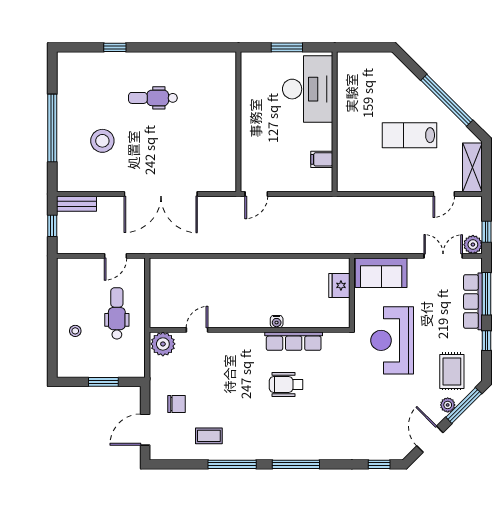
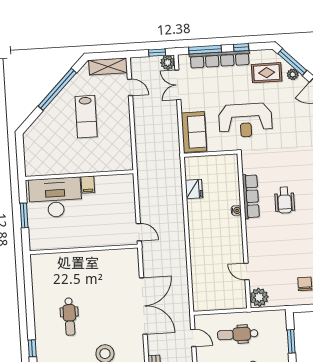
filing cabinet: (322, 159) -> (88, 185), moved
fridge: (339, 285) -> (194, 189), moved, turned -90
row of seats: (473, 301) -> (220, 59), width x1.36

